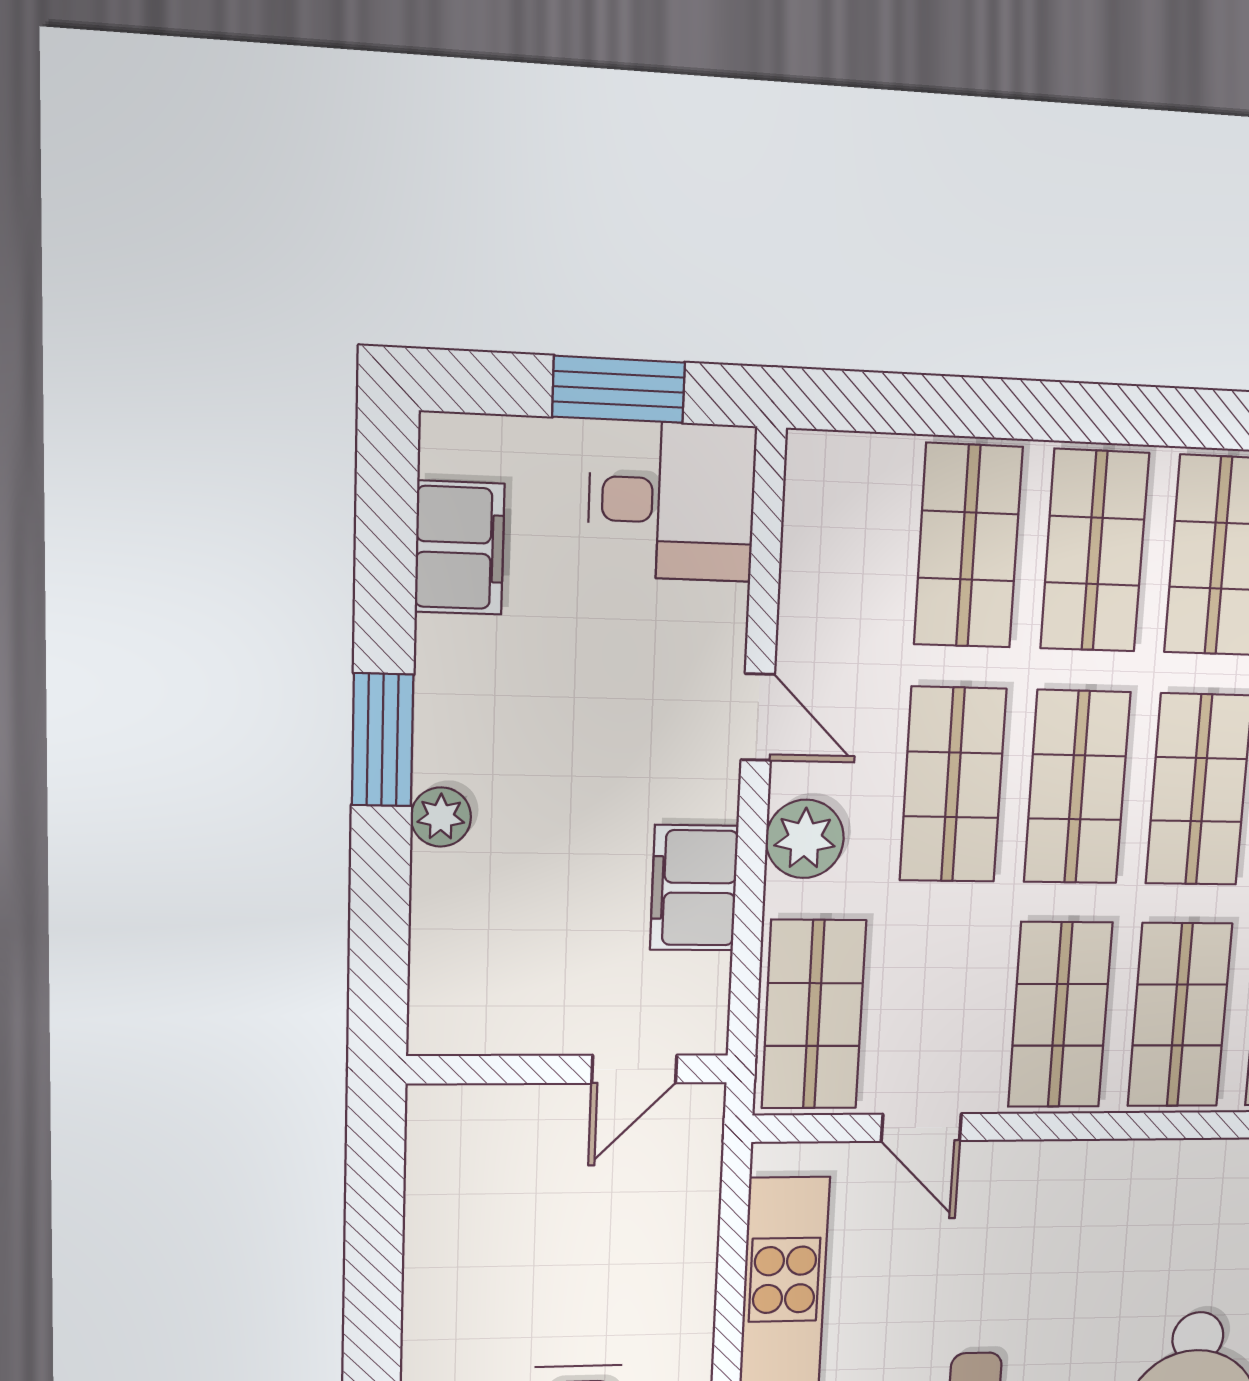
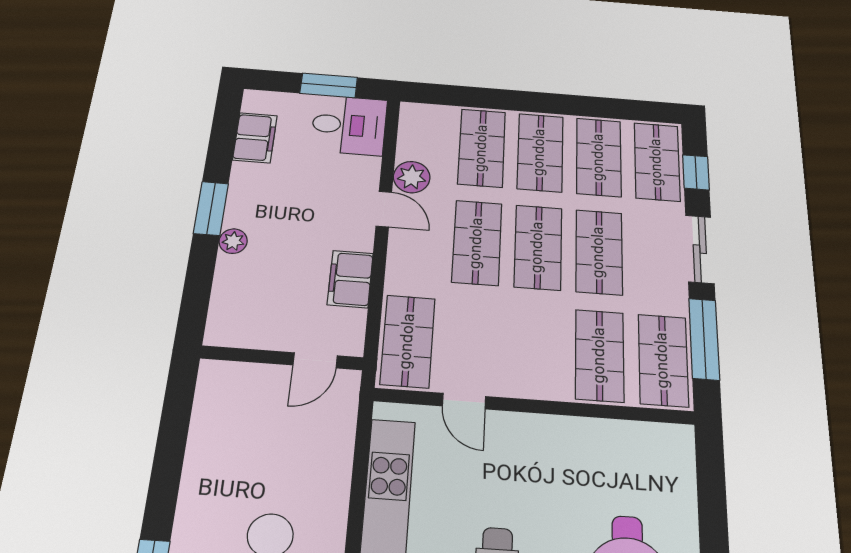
plant: (805, 839) -> (412, 177), moved
shop shelf: (1060, 1015) -> (536, 351), removed

